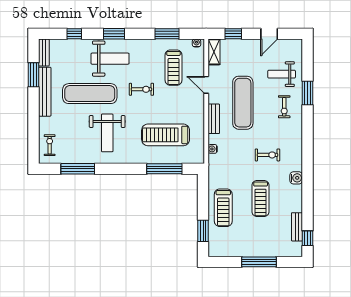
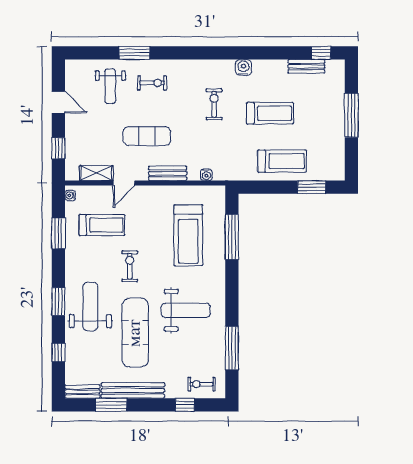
shelving: (214, 52) -> (96, 173), moved
exercise mat: (243, 103) -> (147, 136), width x0.73, depth x0.69
window: (34, 132) -> (185, 405), added

